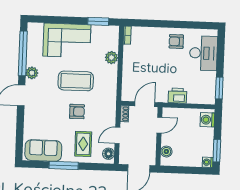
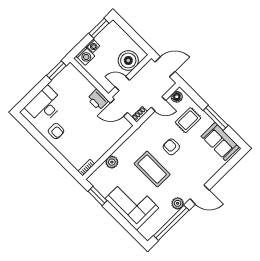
printer: (177, 96) -> (98, 100), moved
boiler: (166, 152) -> (128, 61), width x1.86, depth x1.86
washing machine: (208, 162) -> (93, 46), moved

